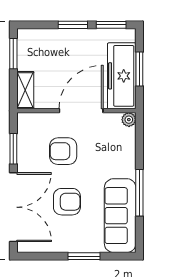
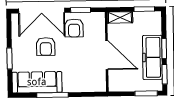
window: (139, 69) -> (146, 93), moved
freezer: (122, 76) -> (152, 57), moved, turned -90
plant: (129, 120) -> (101, 87), removed
armchair: (63, 151) -> (74, 28), moved, turned 180

